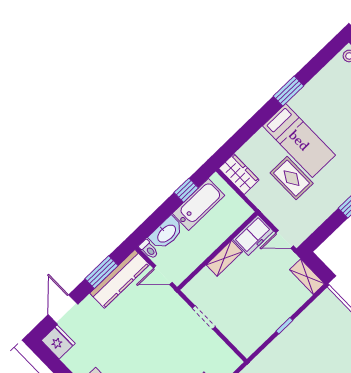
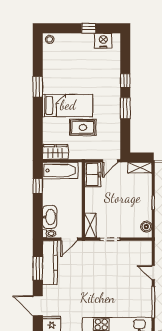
bathtub: (199, 204) -> (60, 170), moved, turned 90
shelving: (224, 258) -> (90, 225), moved
boiler: (253, 342) -> (146, 227), added

